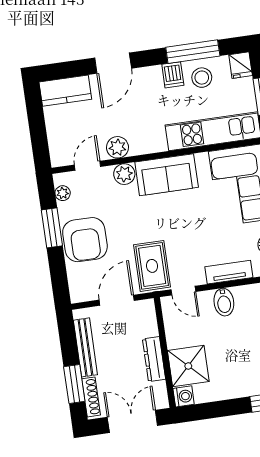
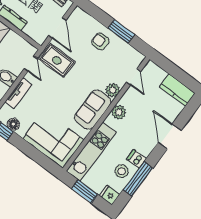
kitchen counter: (65, 91) -> (177, 90), moved, turned -90
plant: (117, 147) -> (119, 112), moved
plant: (63, 193) -> (132, 53), removed
armchair: (85, 240) -> (100, 41), width x0.53, depth x0.53
door: (183, 291) -> (31, 64), swing flipped

